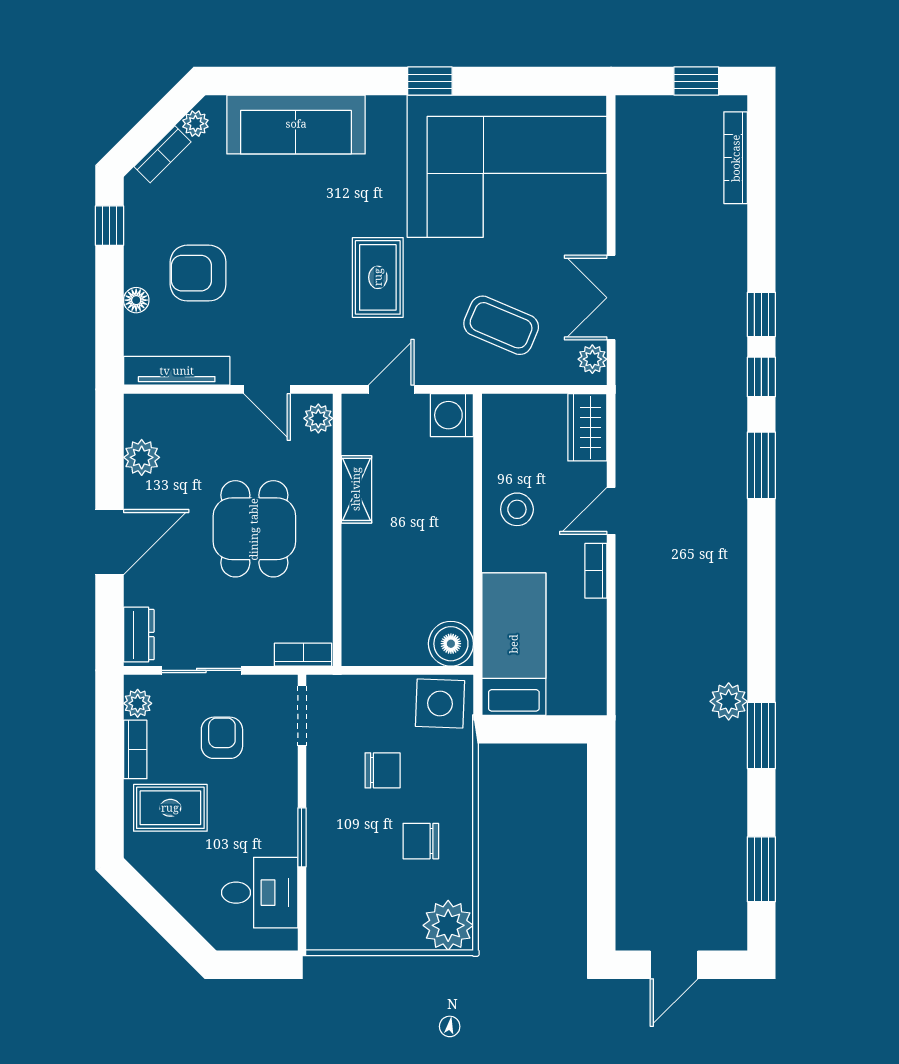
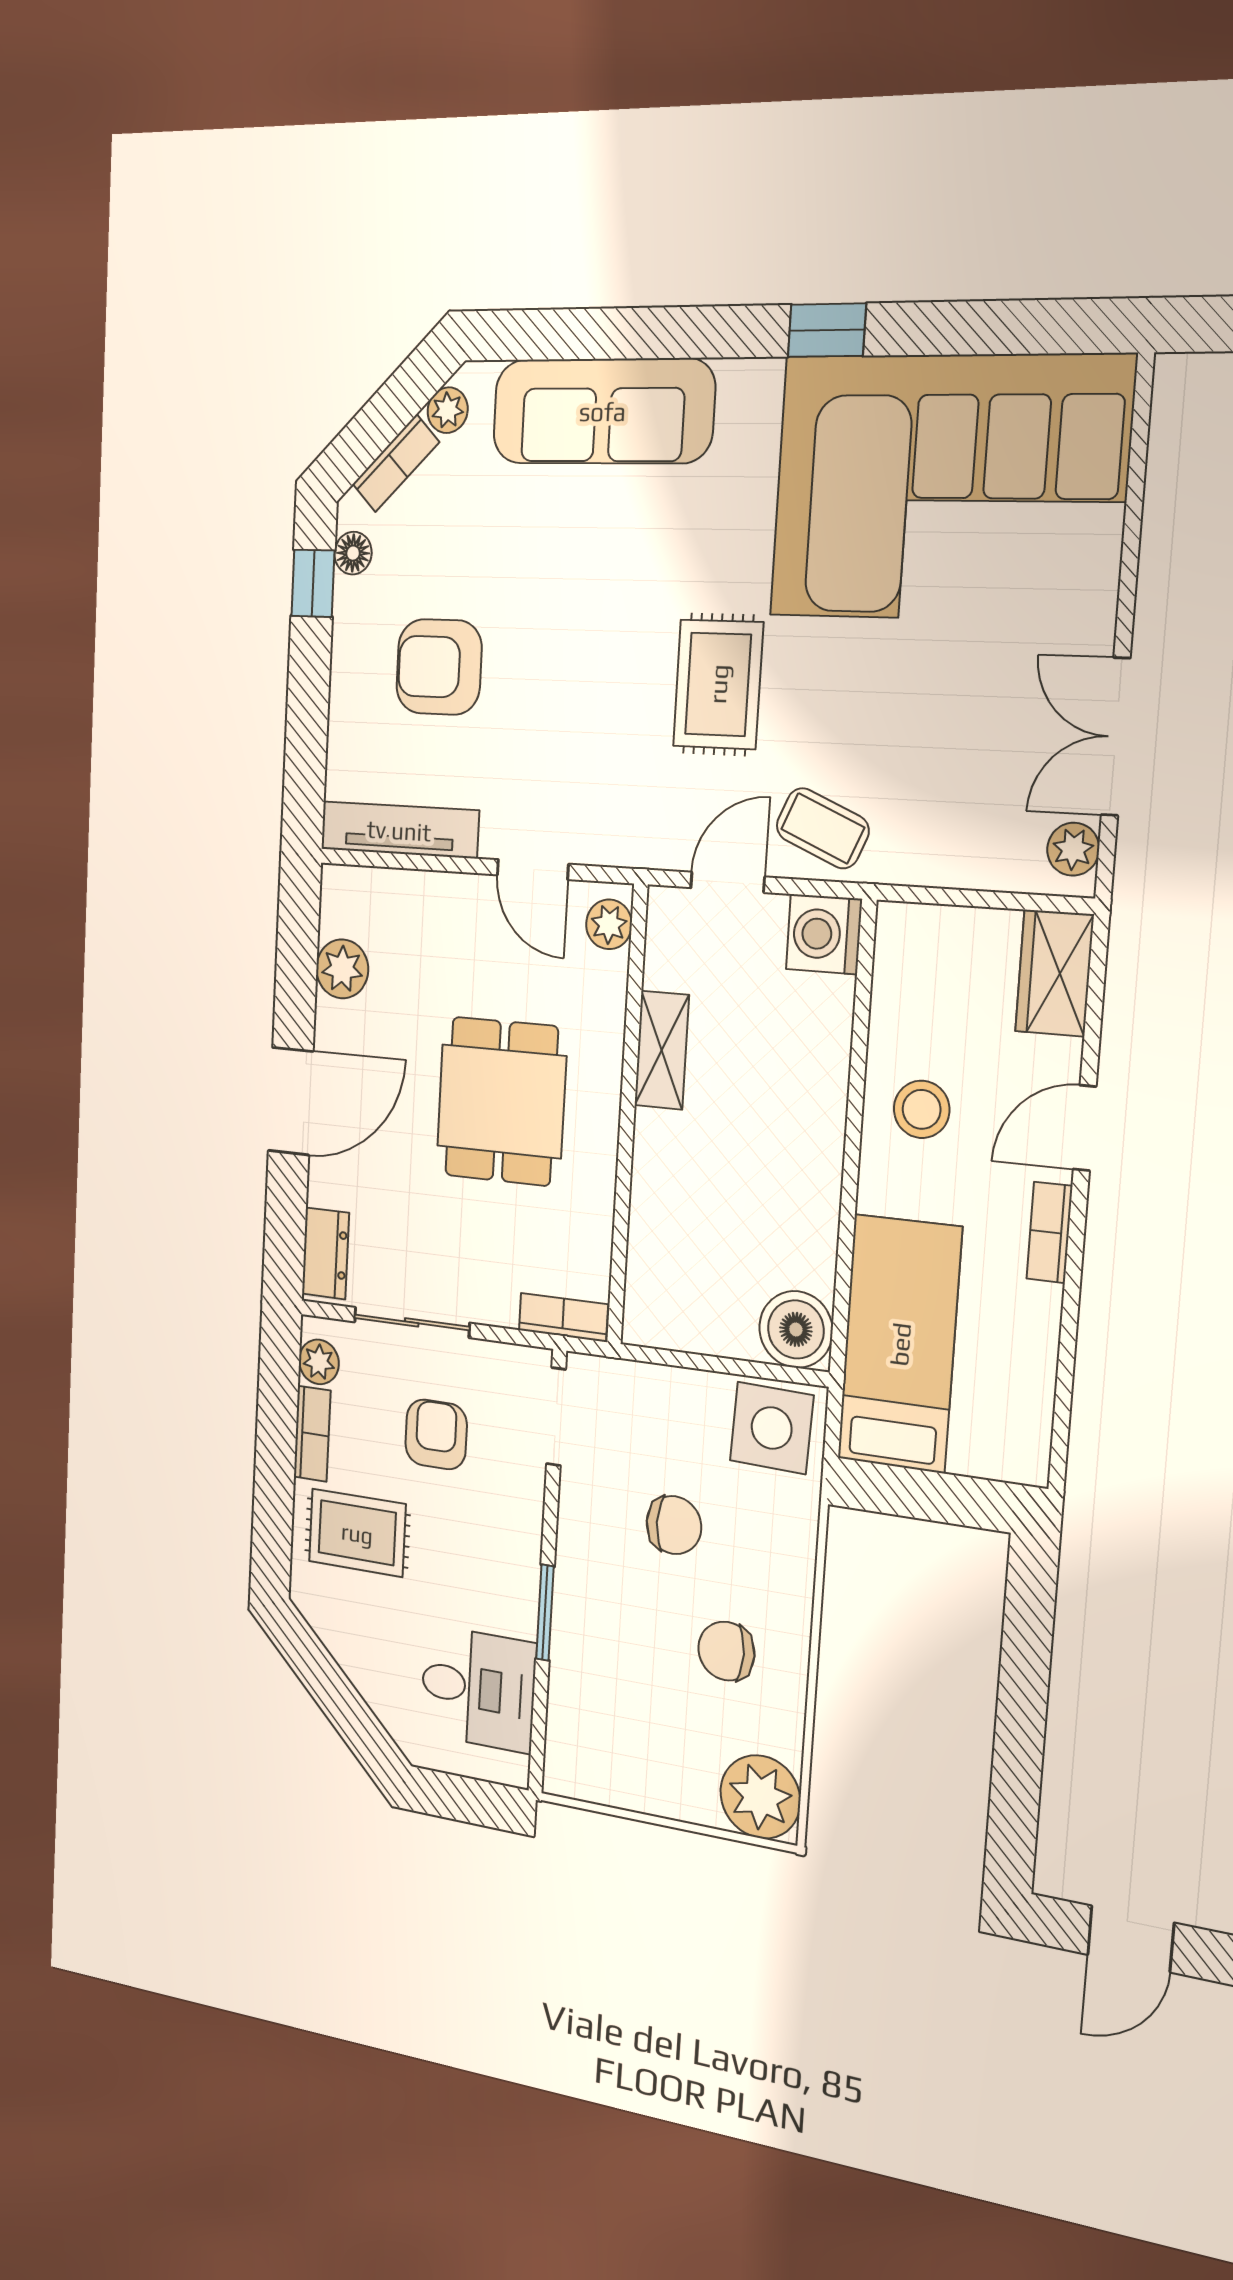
floor lamp: (136, 300) -> (353, 553), moved
coffee table: (501, 325) -> (823, 828), moved, width x0.73, depth x0.77

